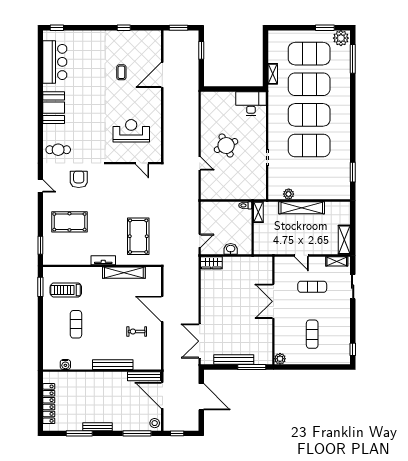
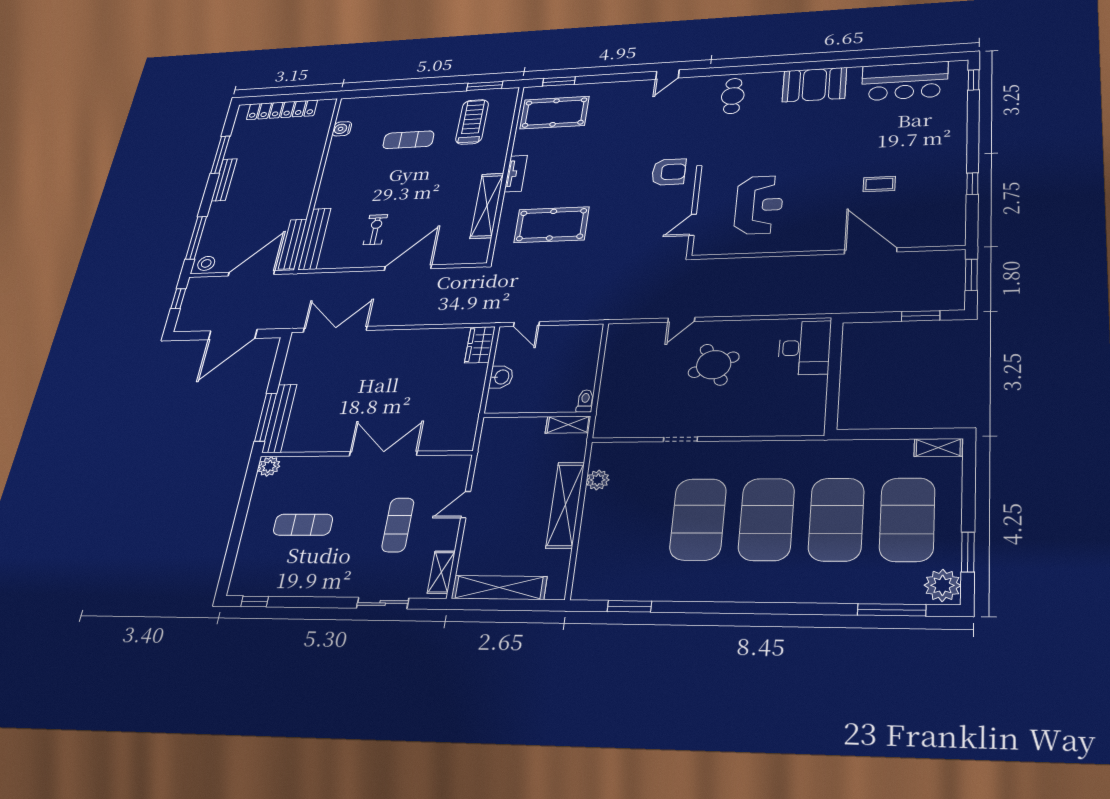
shelving: (273, 74) -> (938, 448), moved
desk: (251, 103) -> (804, 348), moved
armchair: (79, 179) -> (669, 172), moved
pool table: (69, 222) -> (555, 113), moved, turned 90
shelving: (344, 240) -> (499, 588), width x1.47
bench: (234, 359) -> (279, 418), moved
bench: (113, 365) -> (314, 239), moved

